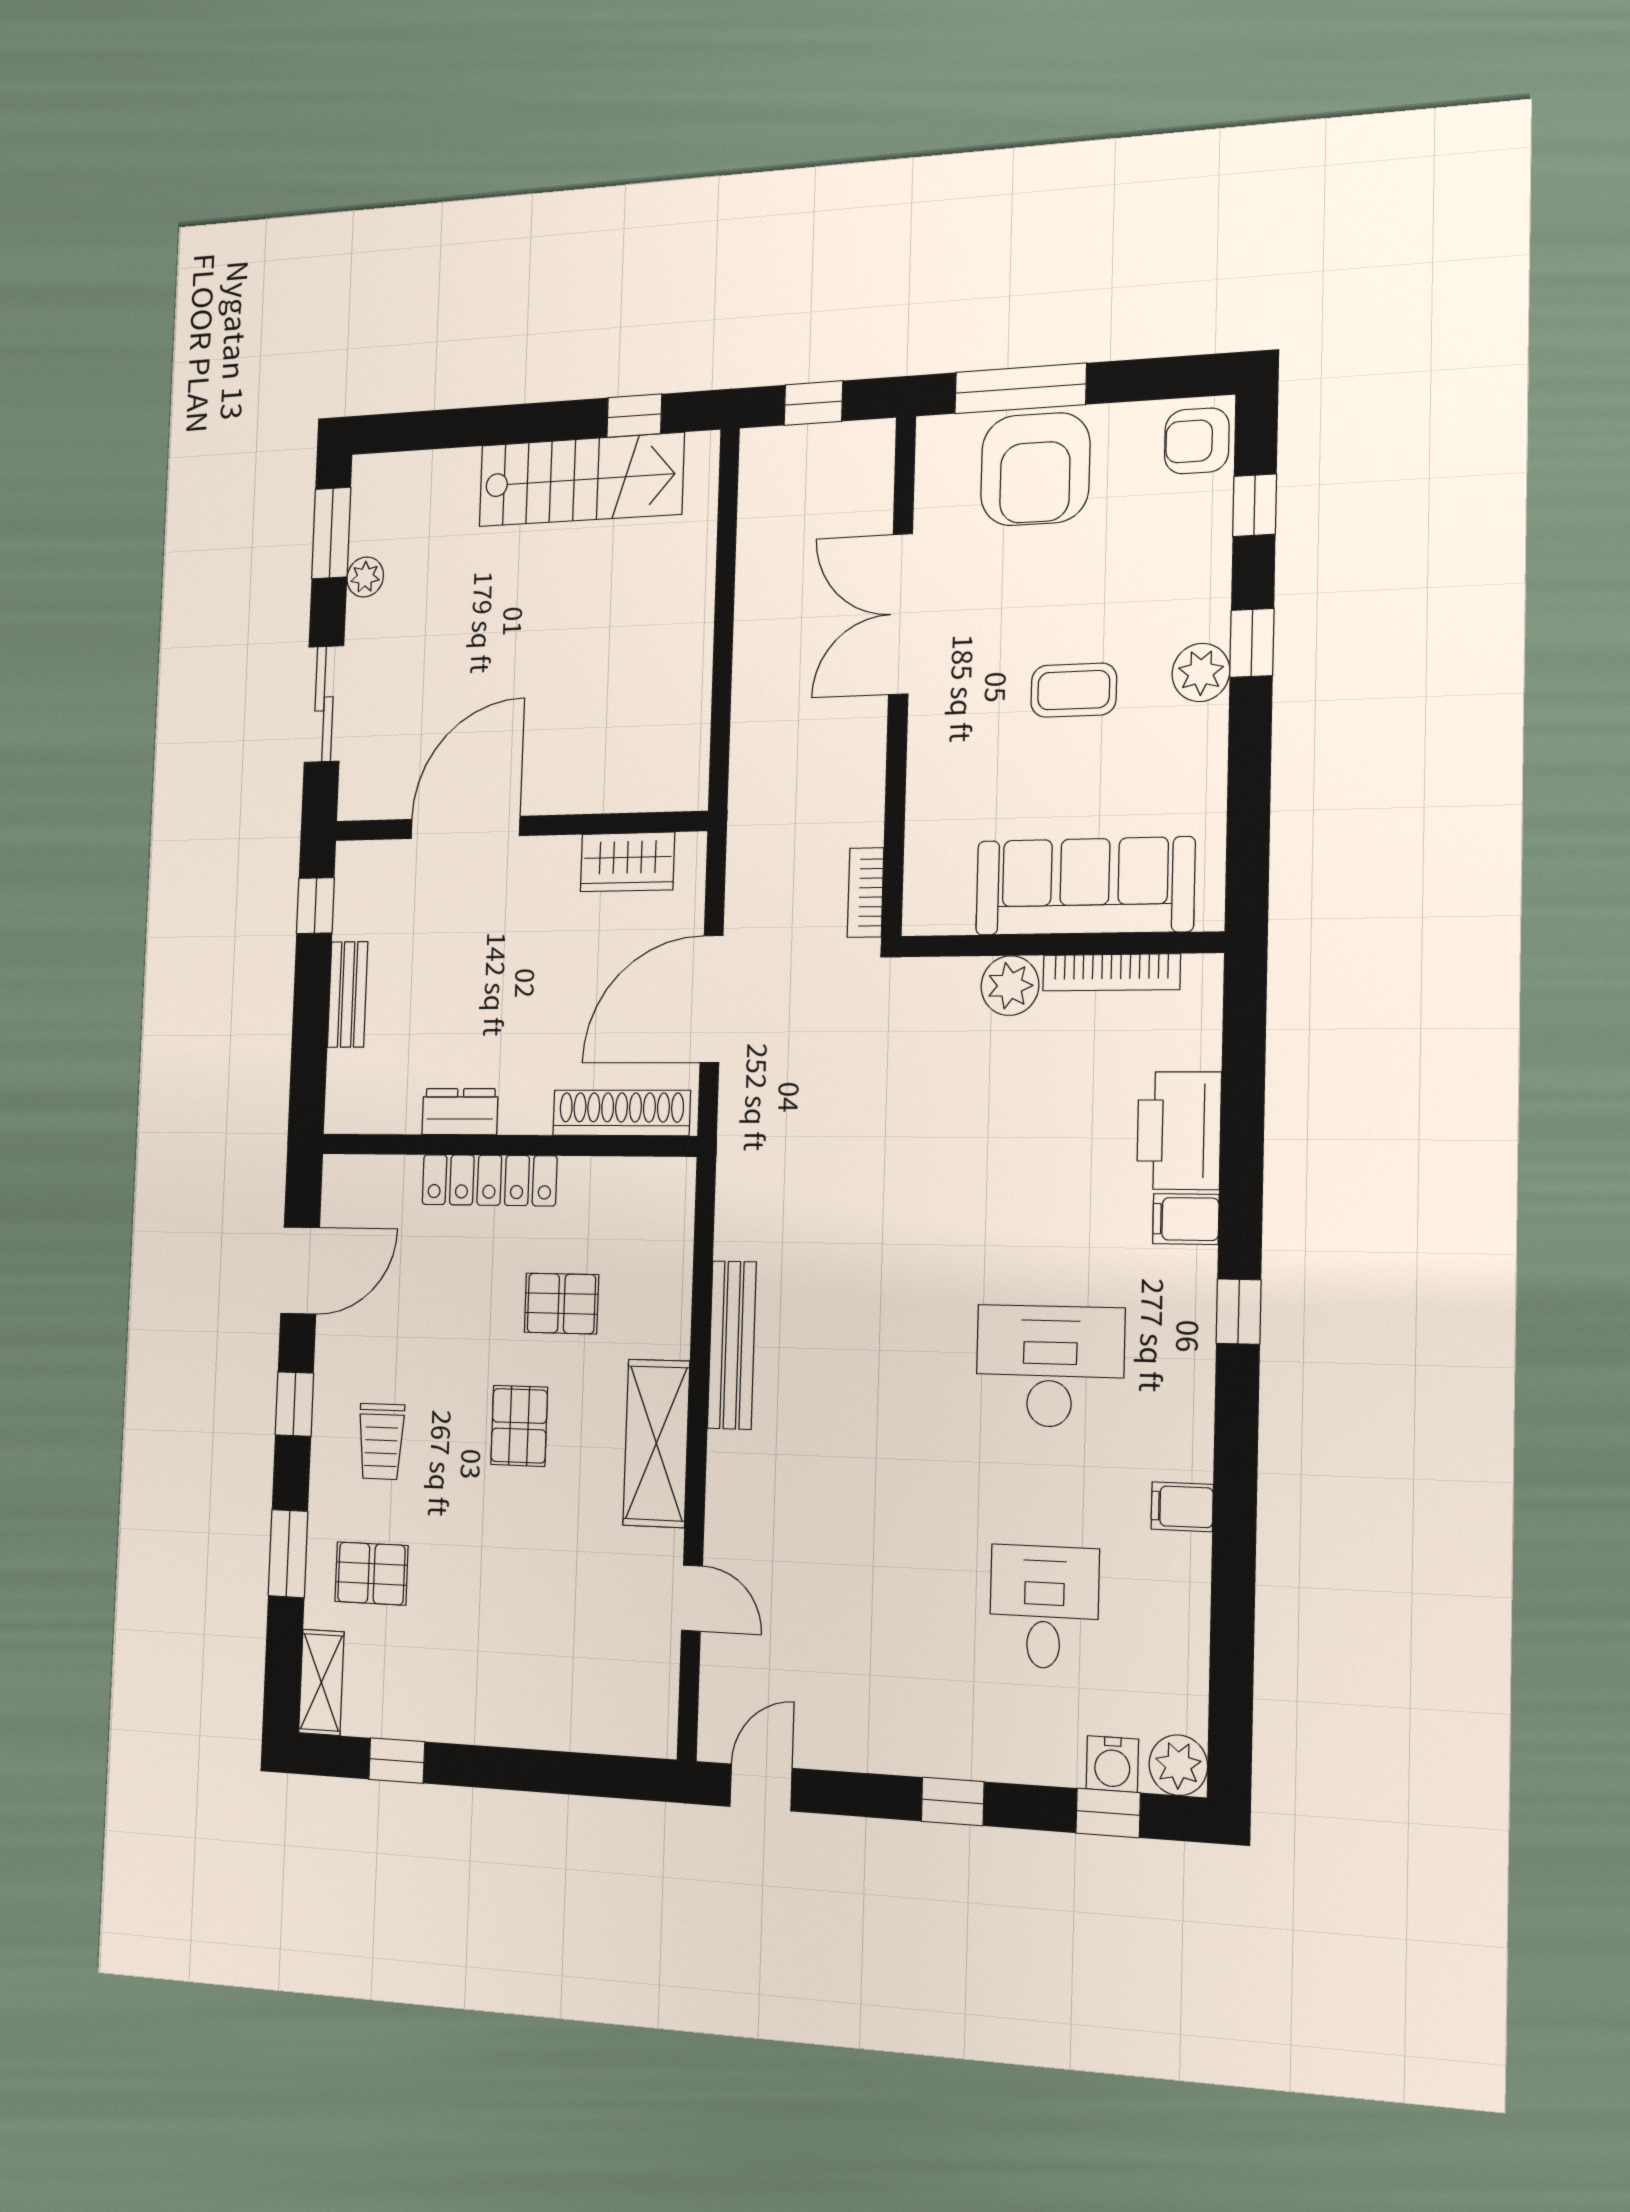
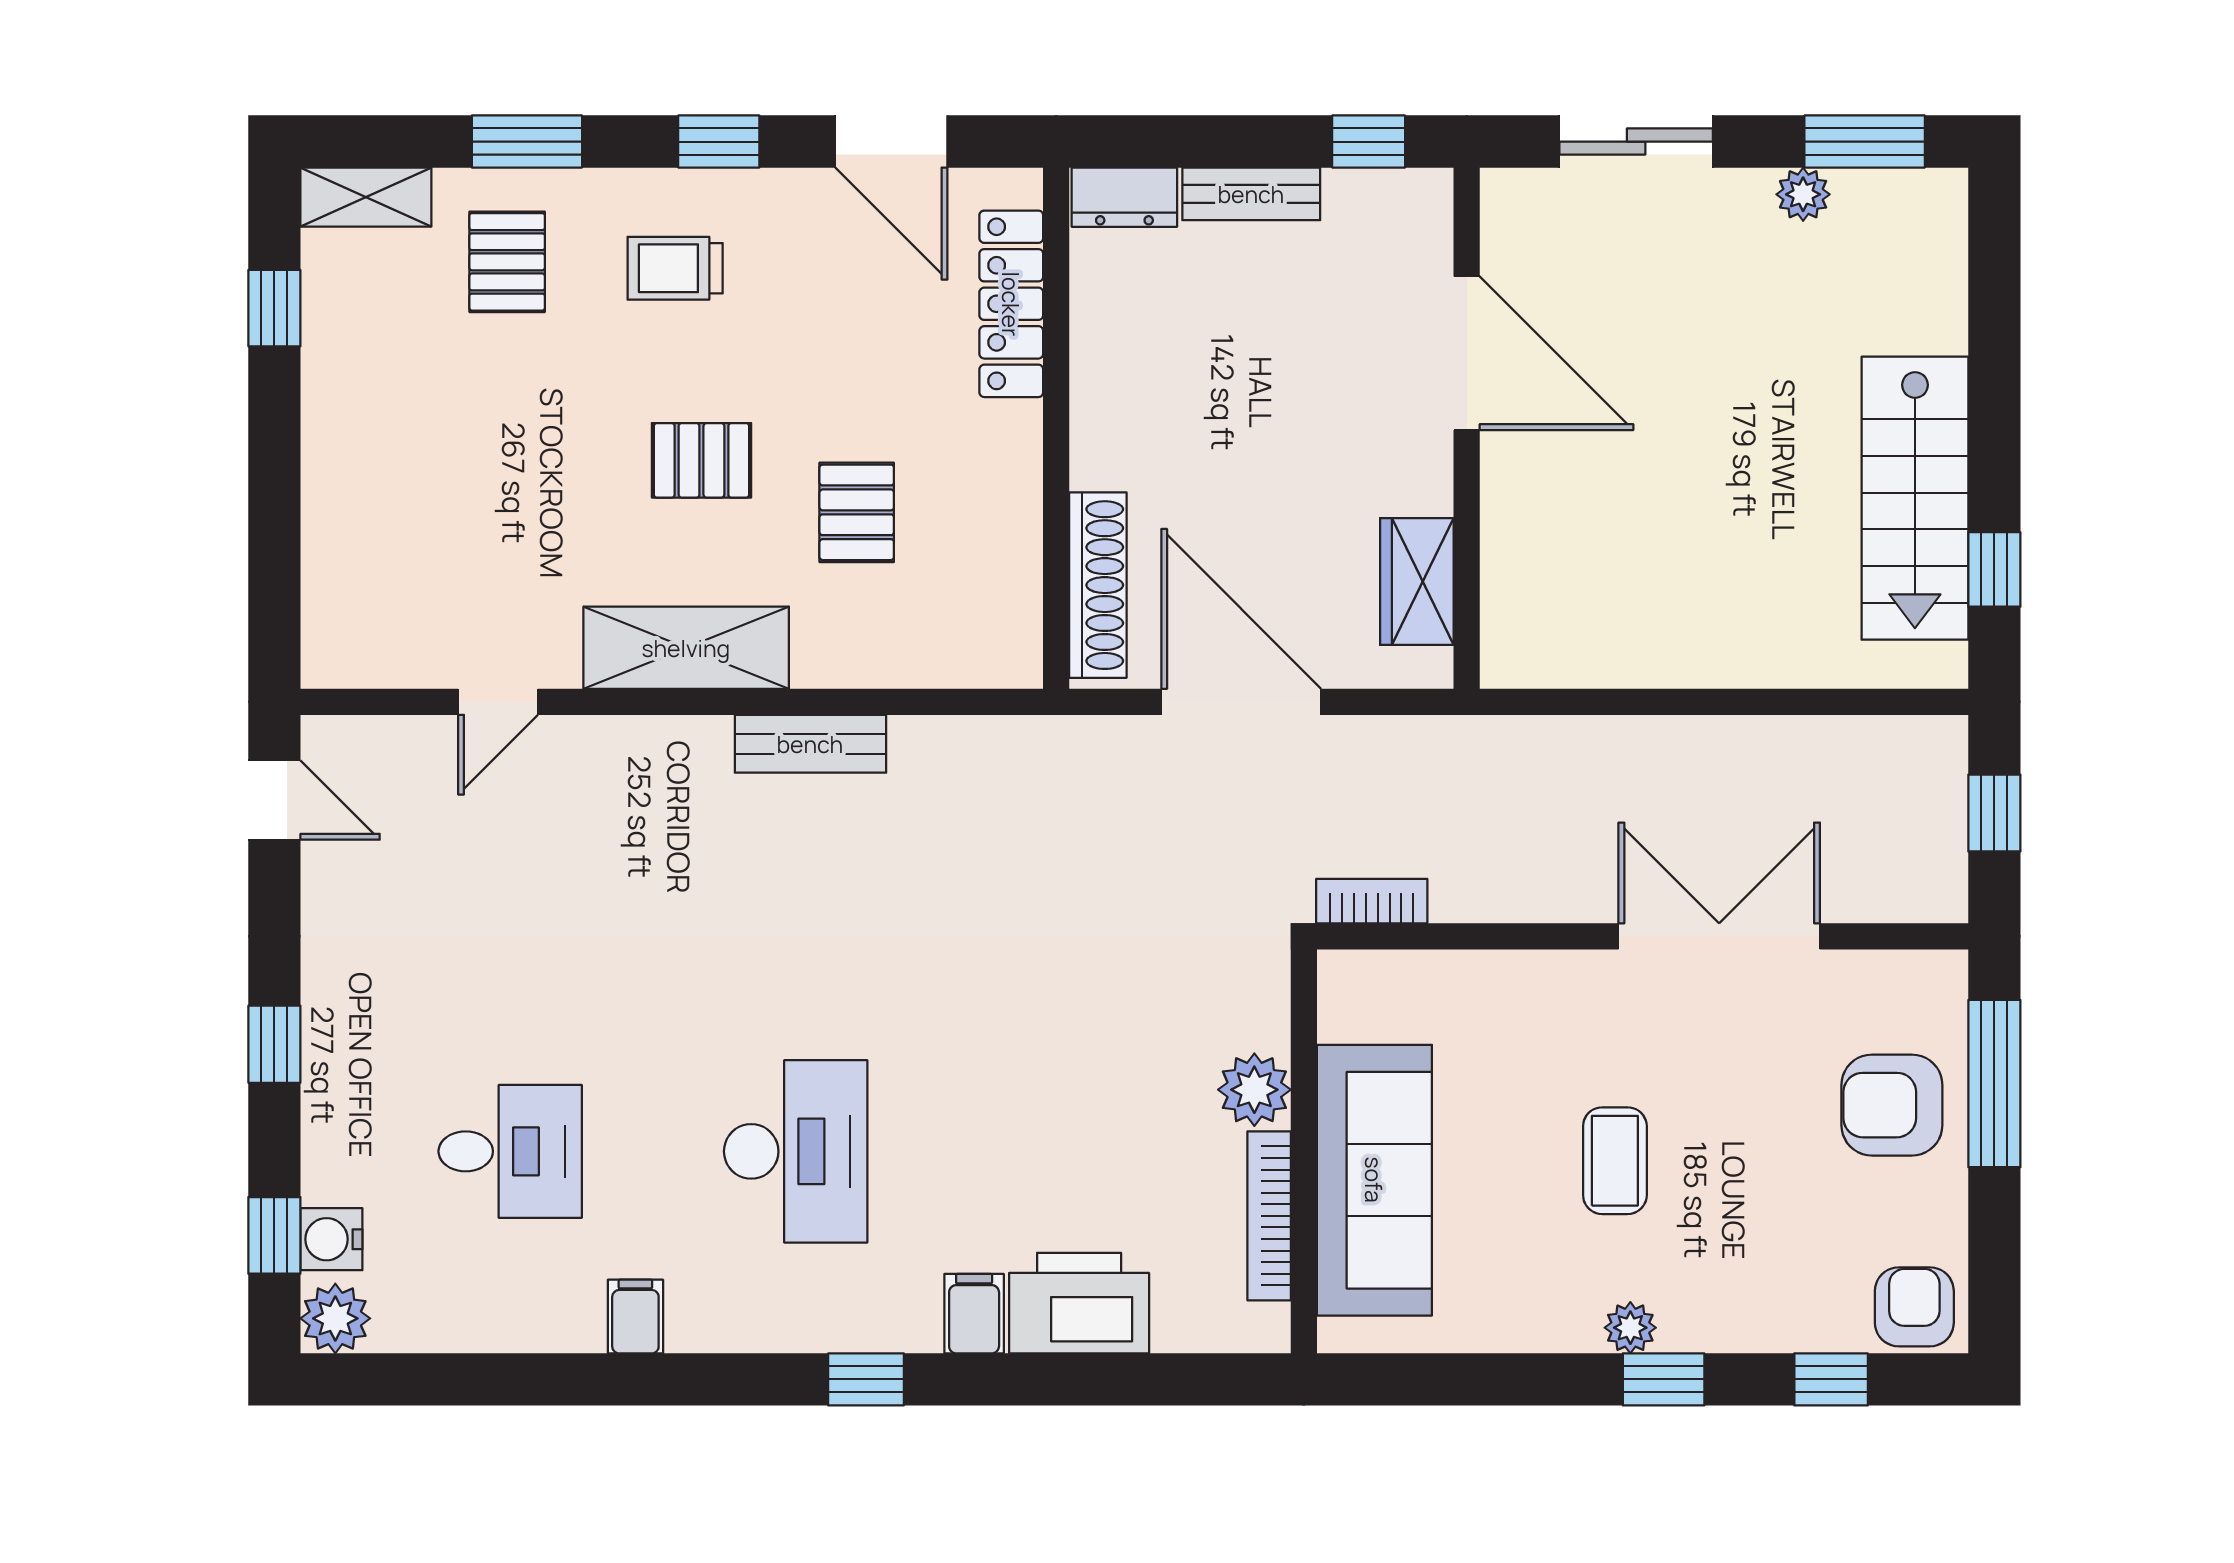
armchair: (1035, 469) -> (1892, 1105), width x0.73, depth x0.73
plant: (1201, 672) -> (1630, 1328), width x0.73, depth x0.73
dresser: (460, 1112) -> (1124, 197), moved, turned 90
locker: (489, 1180) -> (1011, 304), moved
bench: (732, 1345) -> (810, 744), width x0.73

